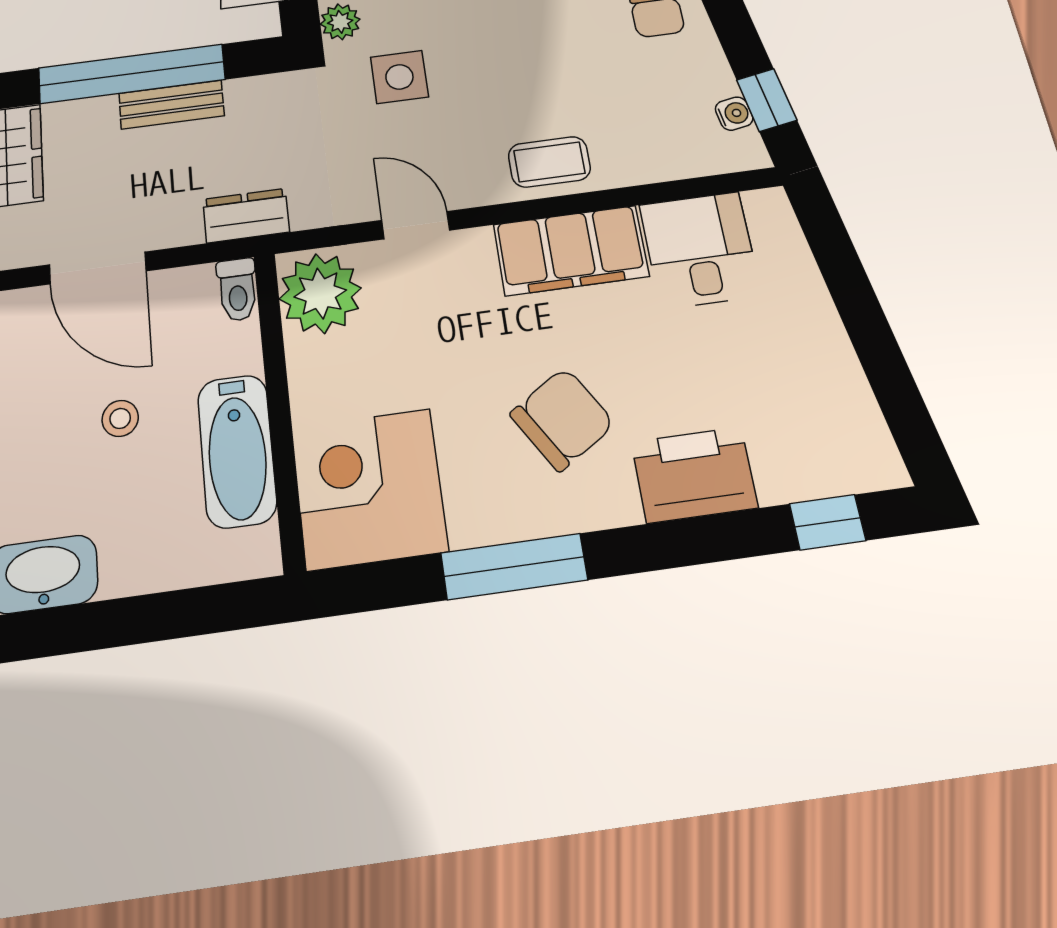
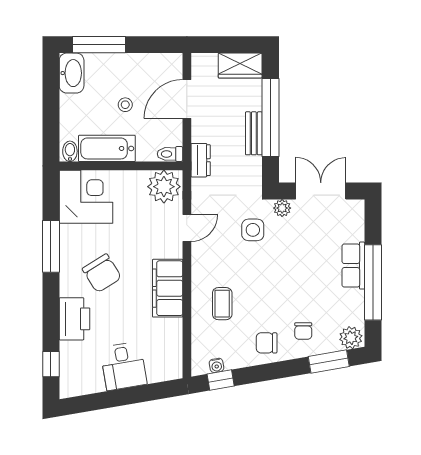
coffee table: (549, 162) -> (222, 304), moved
desk: (700, 250) -> (123, 366), moved, turned 80
bidet: (253, 549) -> (70, 151), added

